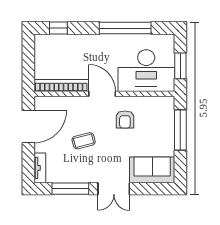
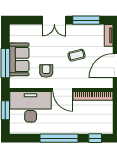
window: (125, 28) -> (59, 138), moved
sofa: (152, 170) -> (19, 59), moved, turned -90
double door: (114, 189) -> (54, 20), swing flipped

